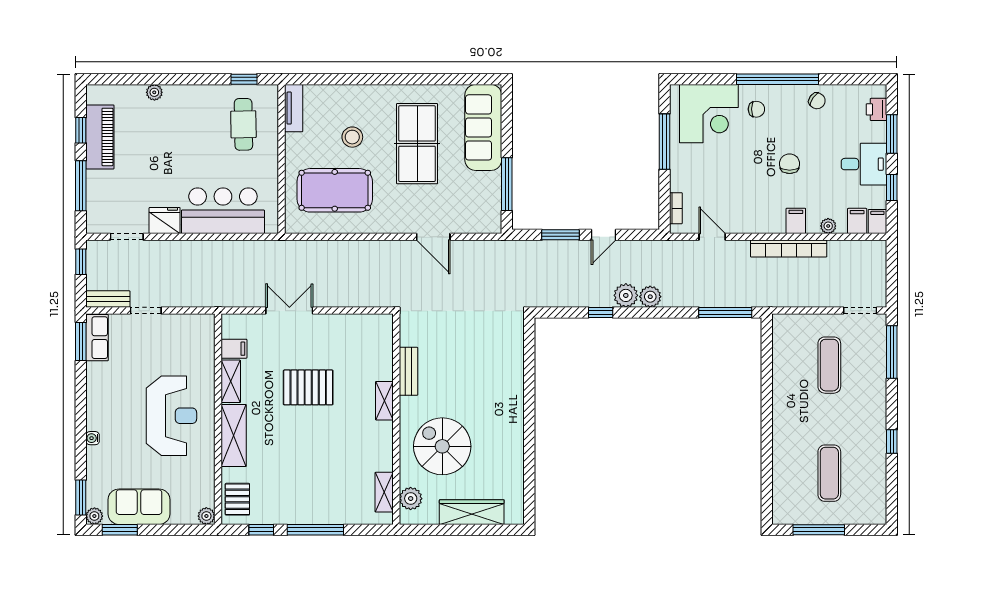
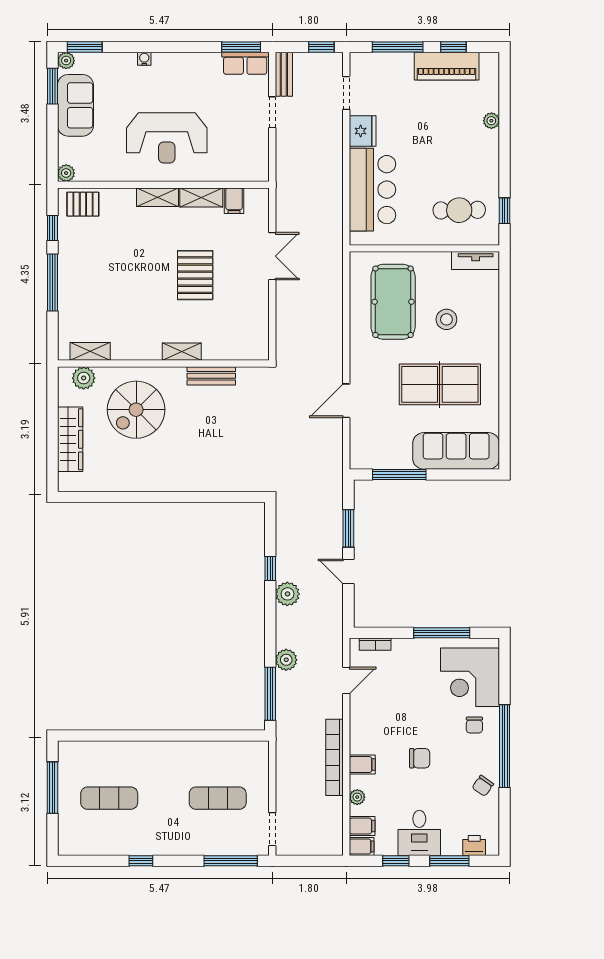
plant: (650, 297) -> (286, 660), moved
shelving: (234, 435) -> (157, 197), width x0.67, depth x0.75
spiral stairs: (442, 446) -> (136, 410), turned 180

